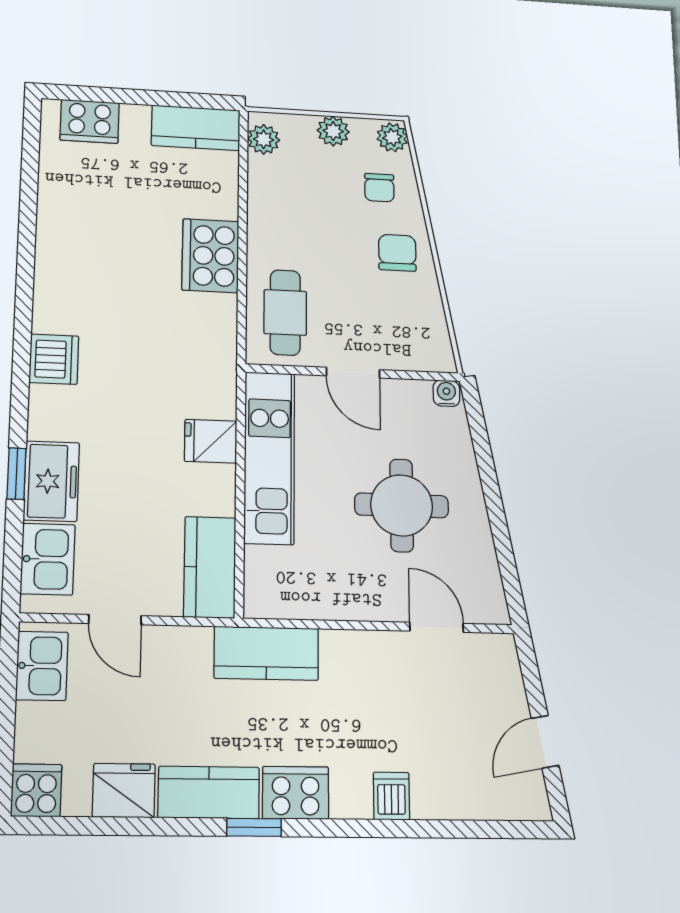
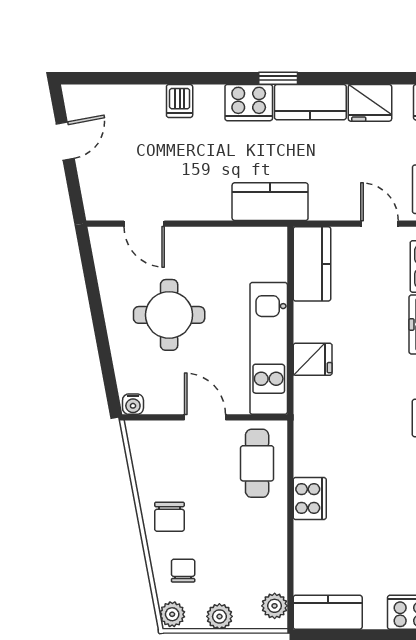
cooker: (210, 256) -> (310, 499), width x0.73, depth x0.76

